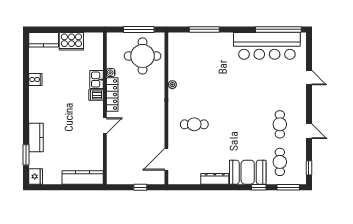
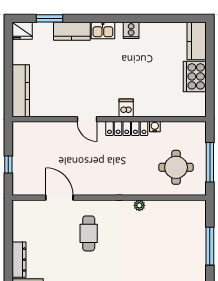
round table: (143, 56) -> (176, 167), width x0.73, depth x0.73
cooker: (35, 79) -> (131, 30), moved
kitchen sink: (97, 80) -> (103, 31), moved, turned 180
door: (166, 159) -> (59, 198), moved

